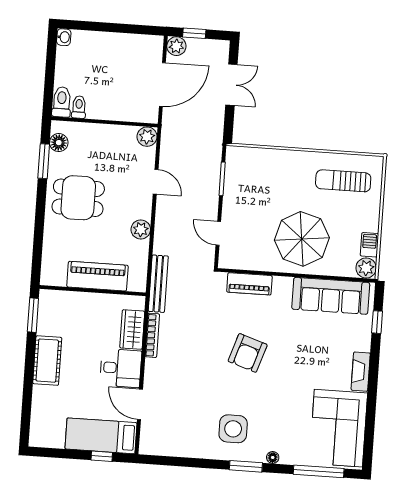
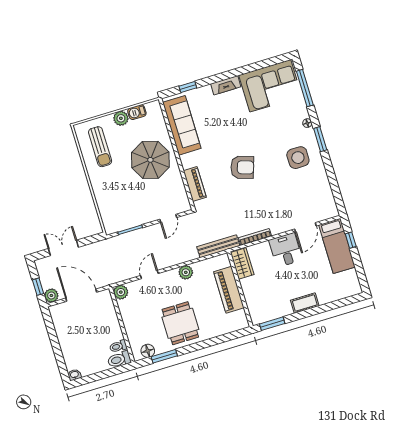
plant: (366, 268) -> (121, 118), moved
wardrobe: (132, 330) -> (242, 264), moved, turned -90
cot: (47, 361) -> (305, 303), width x0.73, depth x0.75

